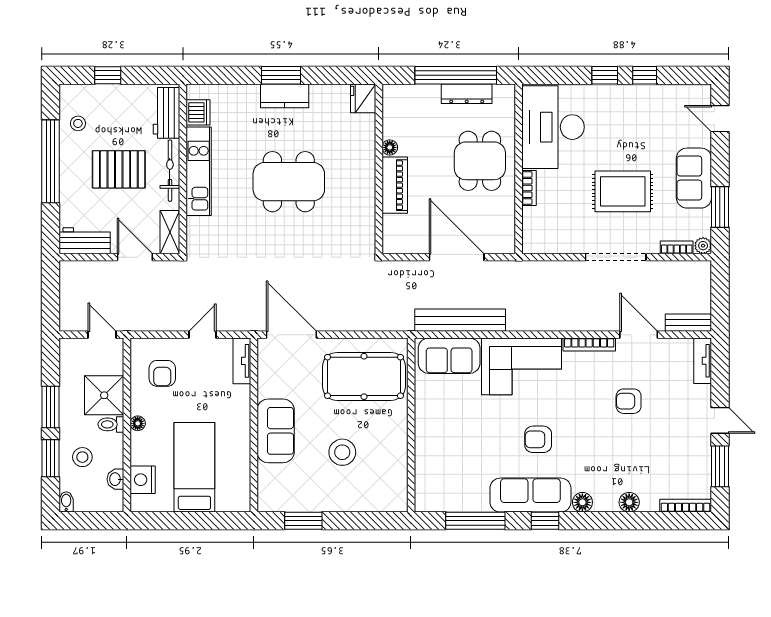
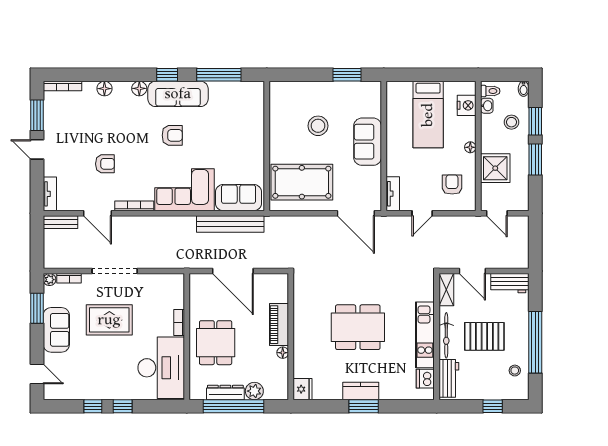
plant: (428, 96) -> (254, 391), added
toilet: (111, 424) -> (490, 91), moved

